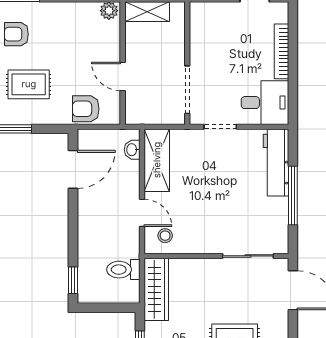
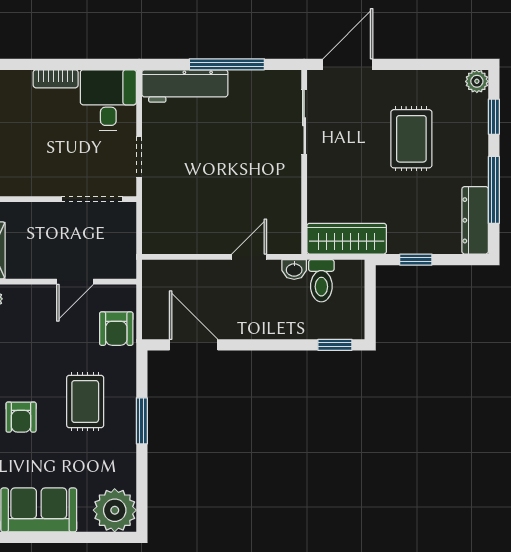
bookcase: (282, 51) -> (56, 79), width x0.64
washbasin: (132, 150) -> (294, 269), moved
shelving: (157, 160) -> (182, 238), removed
stool: (165, 236) -> (278, 227), removed

